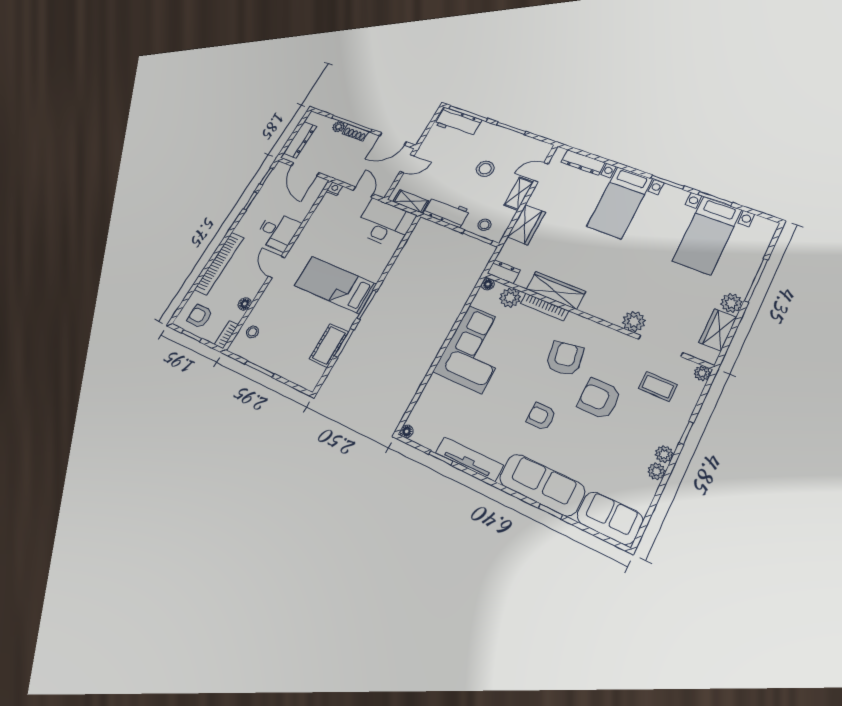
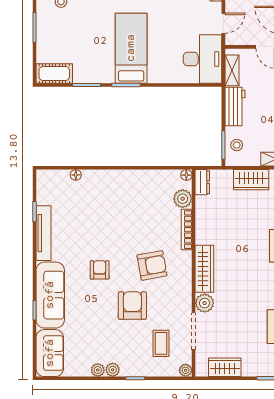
wardrobe: (556, 290) -> (204, 269), moved
plant: (731, 303) -> (251, 368), removed
cot: (329, 345) -> (54, 73), moved
corner sofa: (475, 349) -> (129, 193), removed
floor lamp: (407, 431) -> (76, 175), moved

